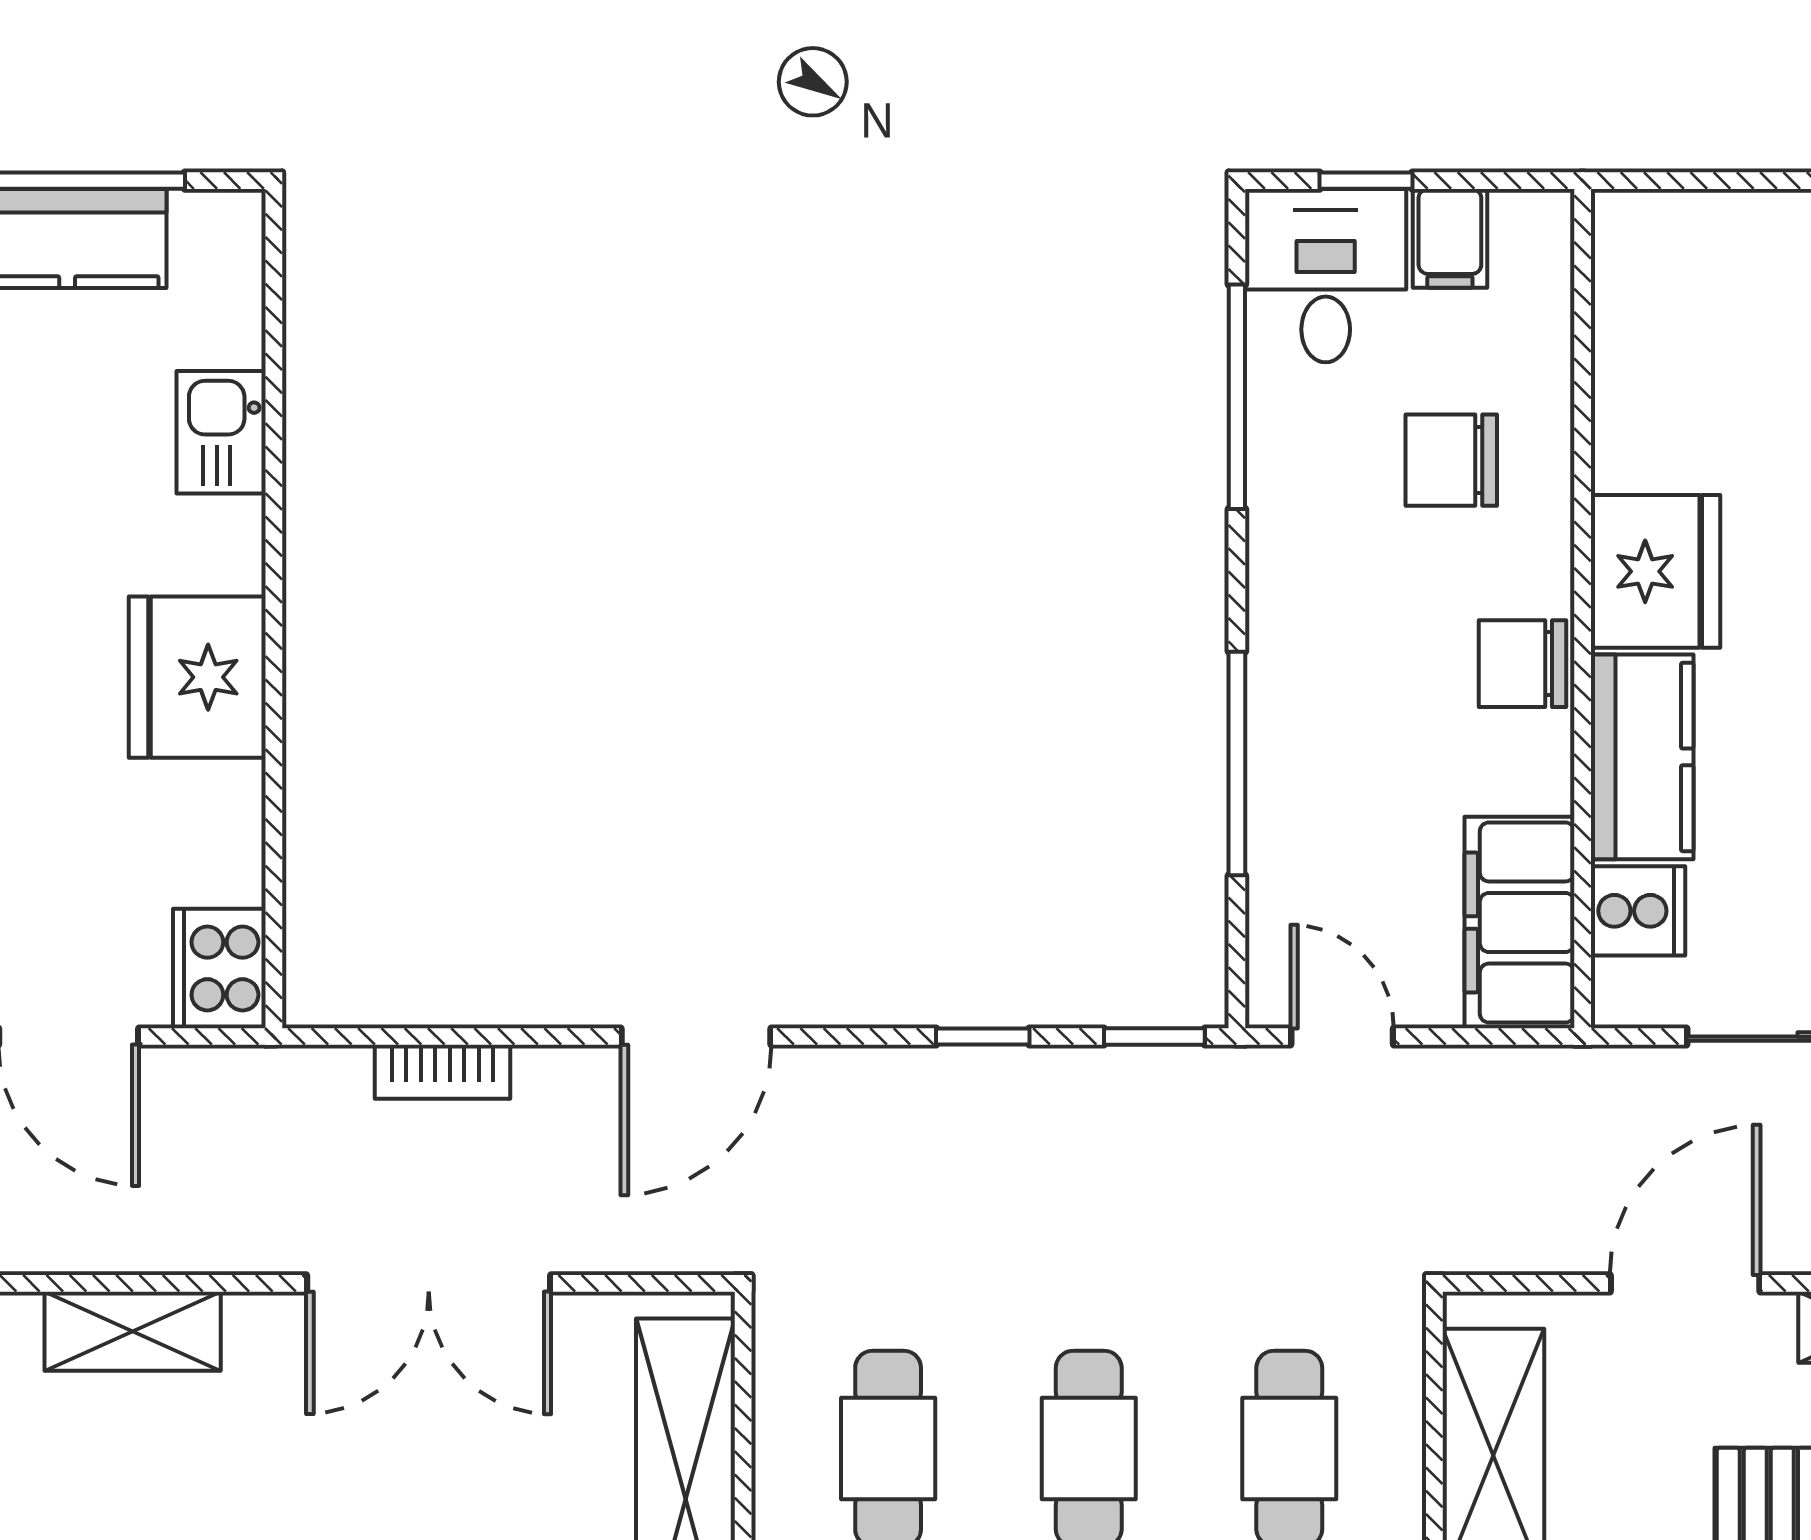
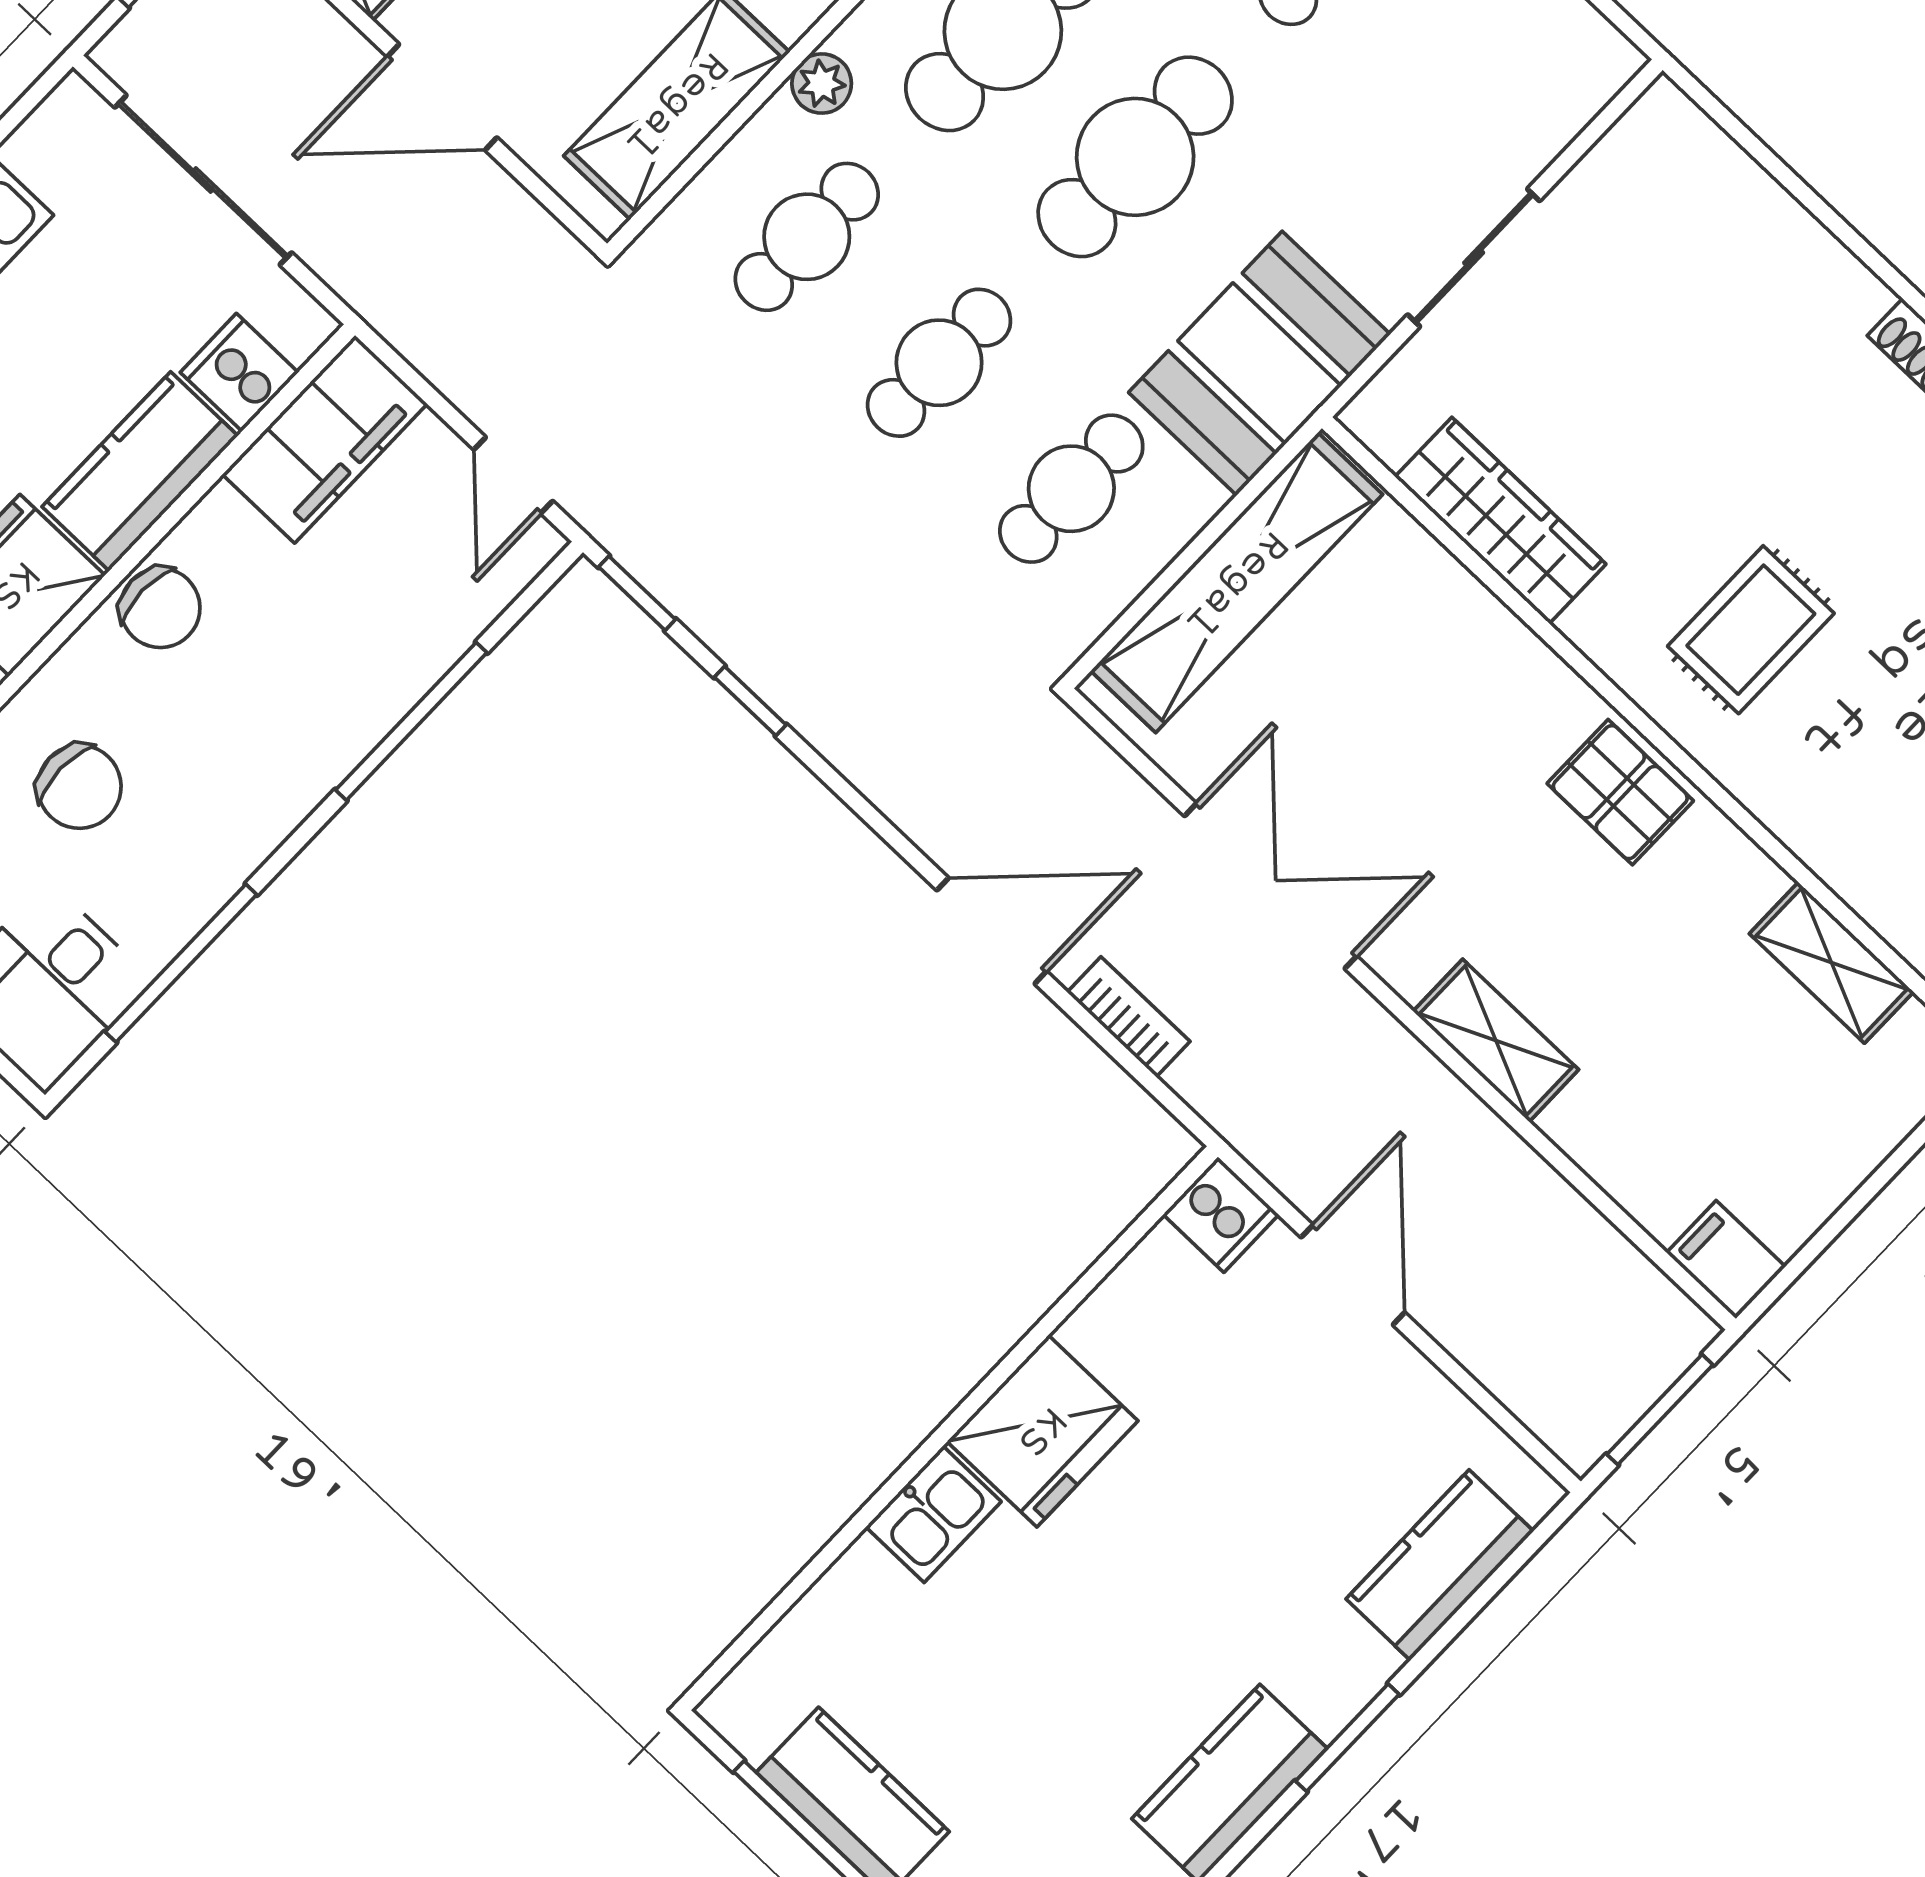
kitchen sink: (221, 432) -> (933, 1514), moved
cooker: (219, 968) -> (1221, 1215), width x0.73
door: (696, 1037) -> (992, 931), moved

